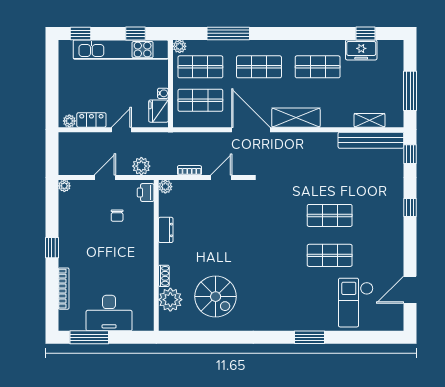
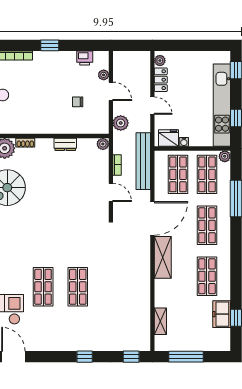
bench: (371, 140) -> (143, 161), moved
plant: (64, 186) -> (104, 75), moved
printer: (146, 193) -> (85, 58), moved, turned 180

